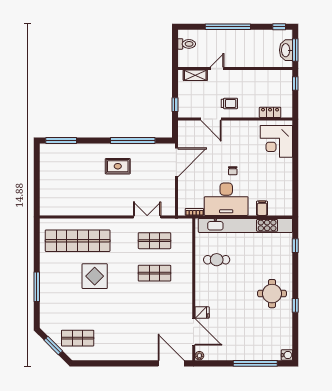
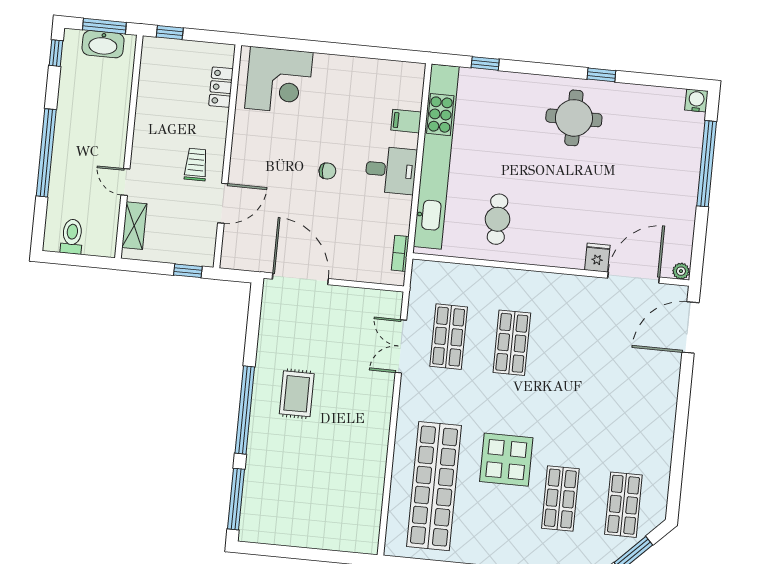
window: (133, 141) -> (245, 410), moved
desk: (226, 199) -> (391, 170), width x0.53, depth x0.77
shop shelf: (78, 306) -> (560, 498), added

